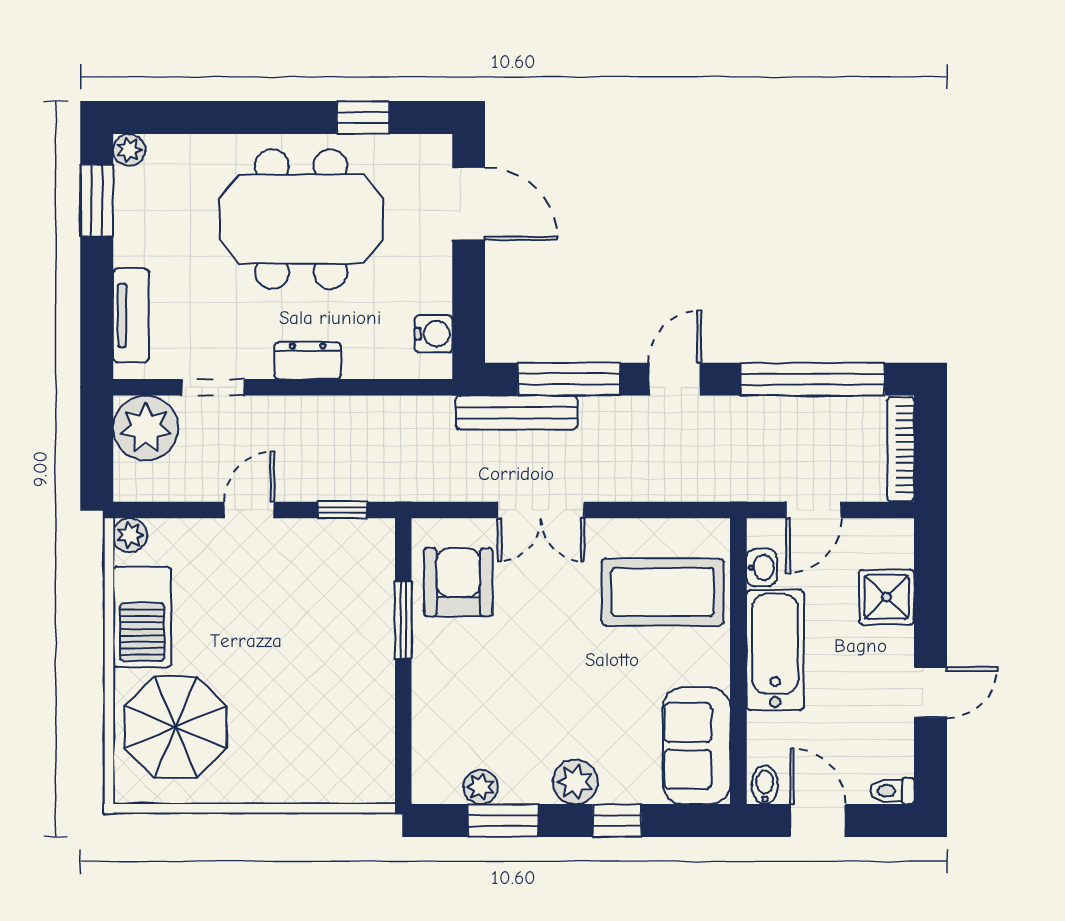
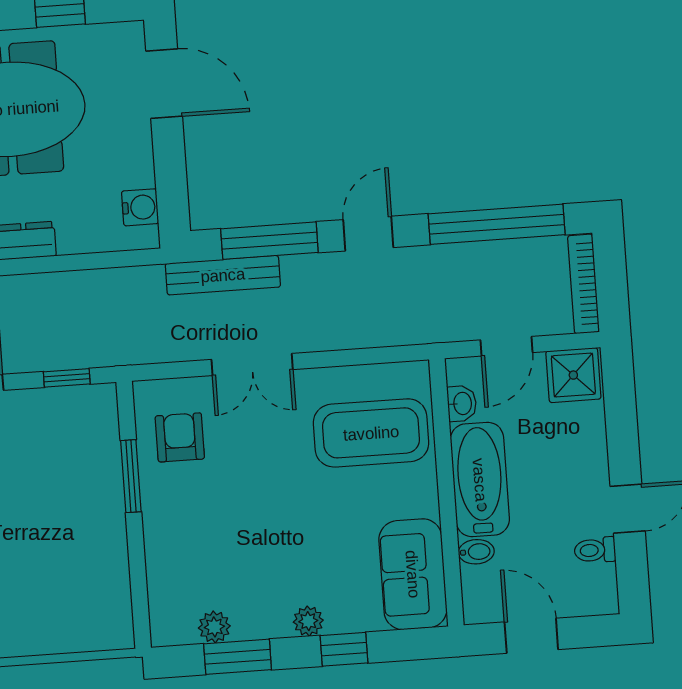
armchair: (458, 582) -> (180, 437), width x0.72, depth x0.72
shower: (886, 597) -> (573, 375), moved
plant: (575, 782) -> (308, 621), width x0.73, depth x0.73
bidet: (765, 785) -> (476, 552), moved, turned 90
toilet: (892, 791) -> (595, 550), moved

